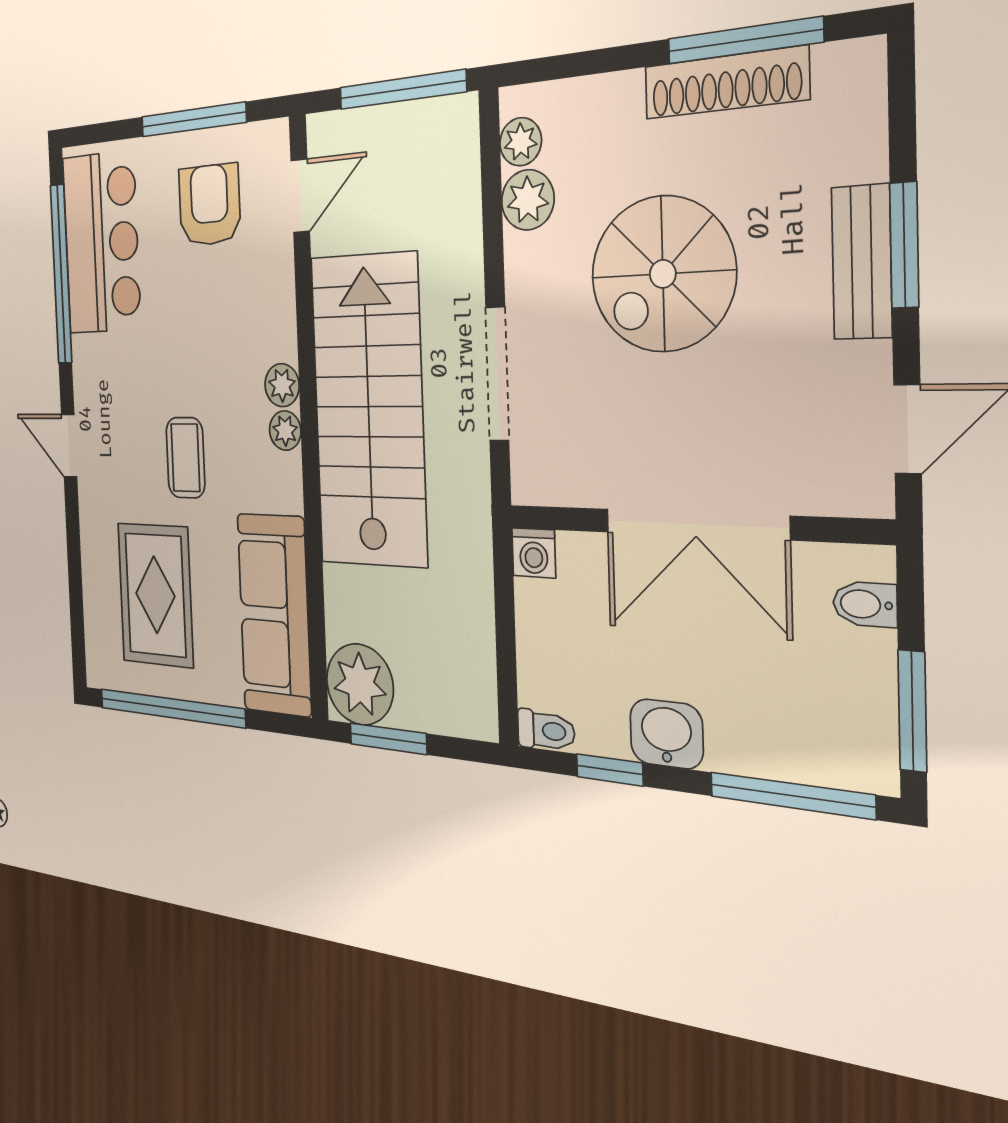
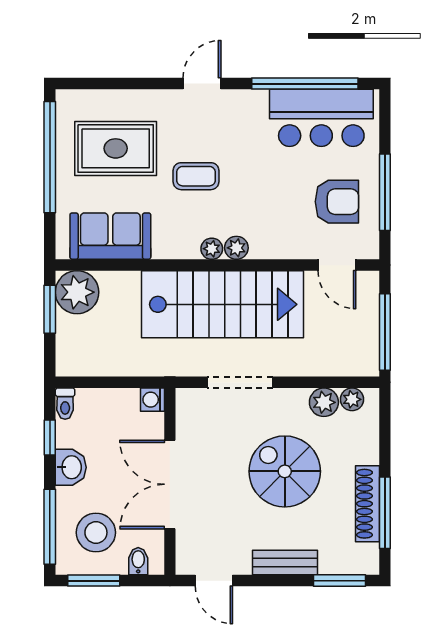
window: (904, 245) -> (340, 581), moved
sofa: (274, 615) -> (110, 236), width x0.73
stool: (802, 695) -> (96, 533), added

